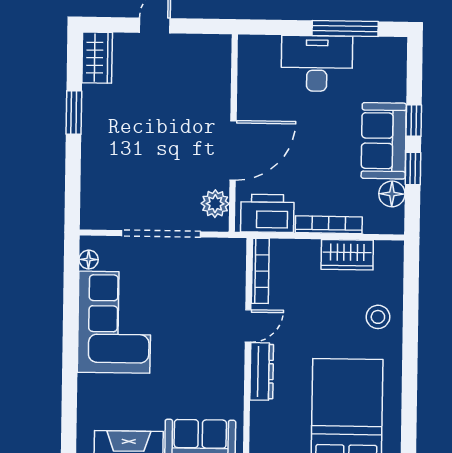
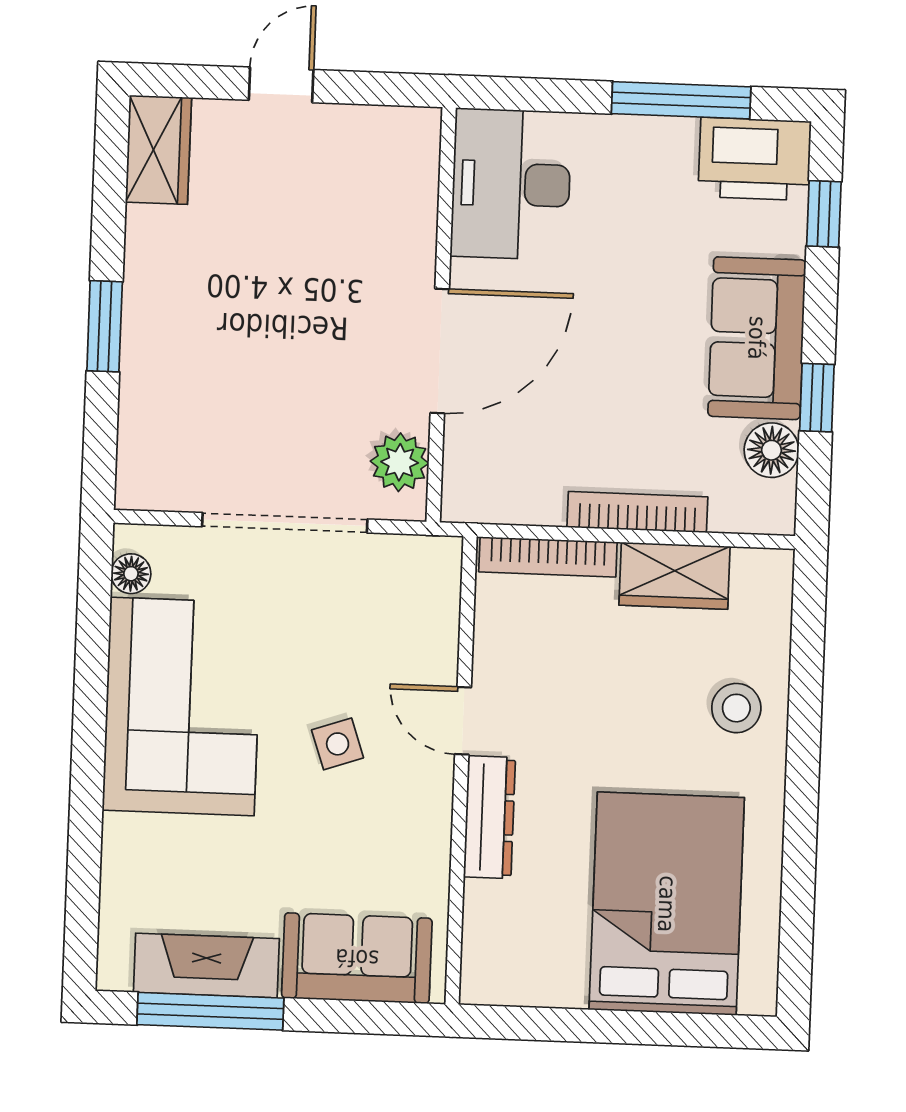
desk: (317, 63) -> (511, 184), moved, turned -90
window: (74, 113) -> (105, 326), moved
window: (414, 121) -> (824, 214), moved
printer: (267, 213) -> (755, 159), moved, turned 180
bookcase: (260, 271) -> (548, 557), moved, turned 90
door: (248, 326) -> (463, 721), swing flipped
side table: (189, 338) -> (338, 744), added

